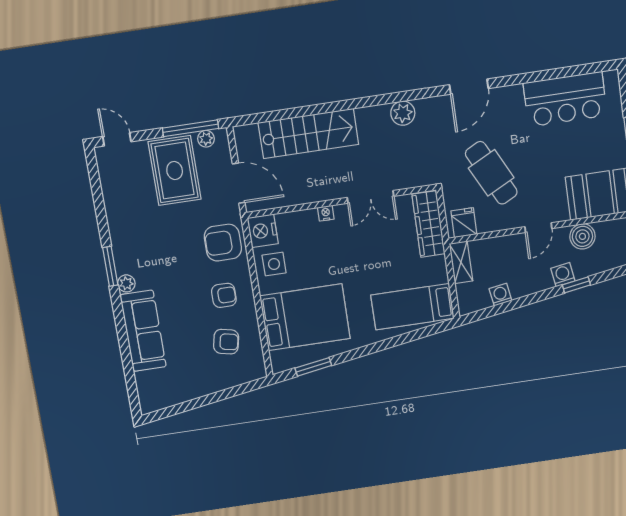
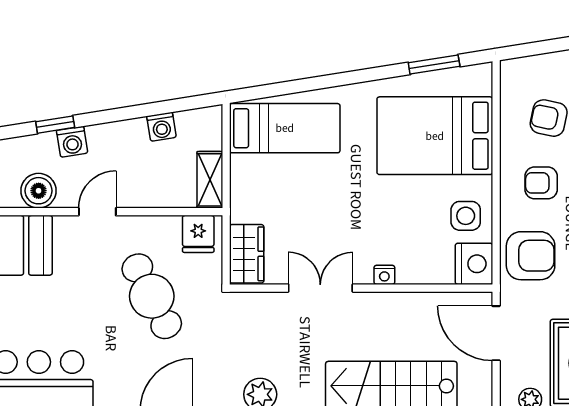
wardrobe: (429, 224) -> (247, 254), width x0.67

